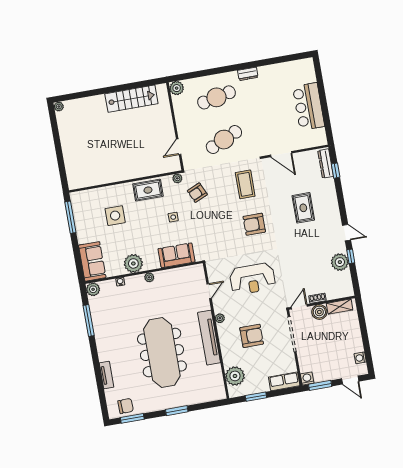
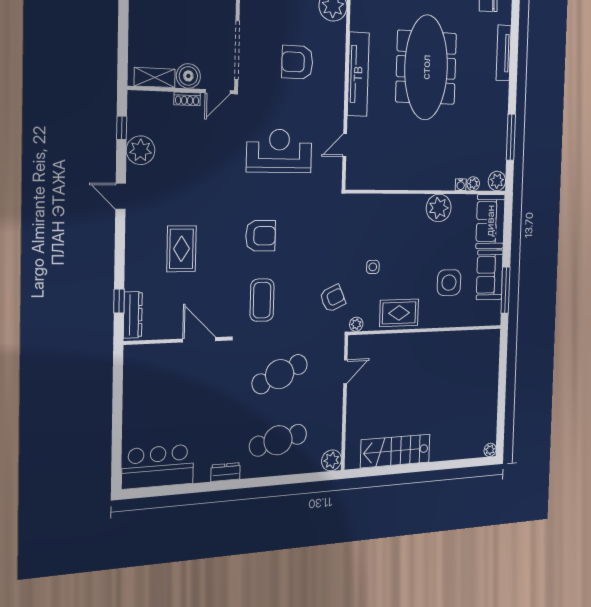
bar counter: (309, 106) -> (158, 467), moved, turned -90
sofa: (176, 255) -> (490, 275), moved, turned 90
window: (351, 256) -> (122, 128), moved
plant: (149, 277) -> (473, 184), moved
plant: (220, 318) -> (338, 100), removed
tv unit: (107, 375) -> (504, 53), width x1.41

